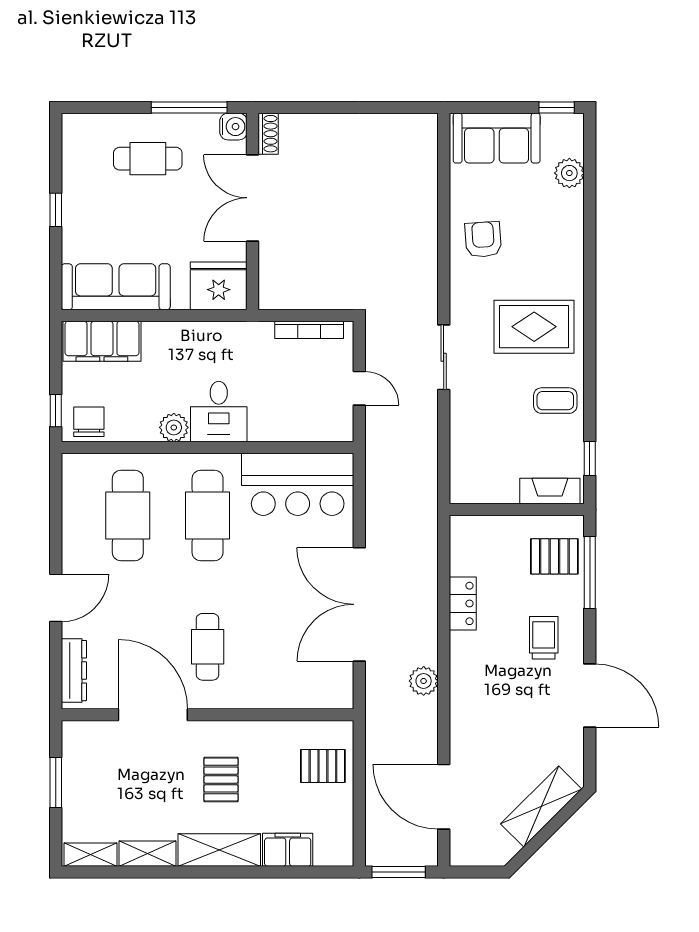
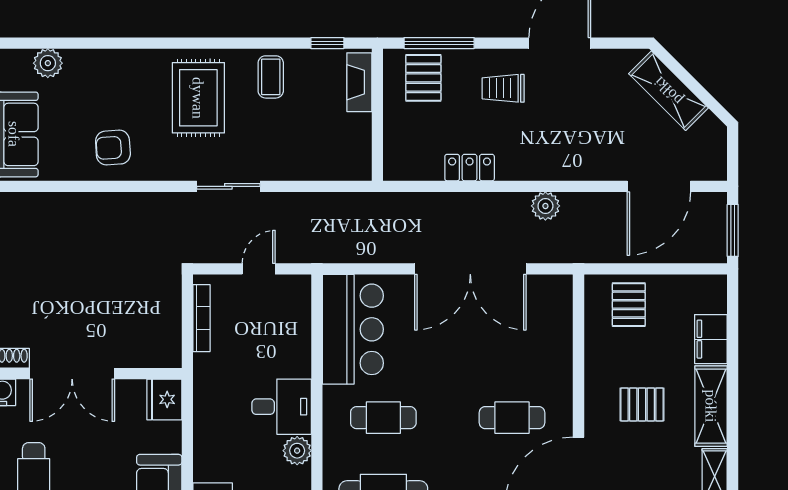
fridge: (219, 286) -> (164, 399), width x0.73, depth x0.75
cafe table: (208, 515) -> (383, 418), width x0.73, depth x0.74

